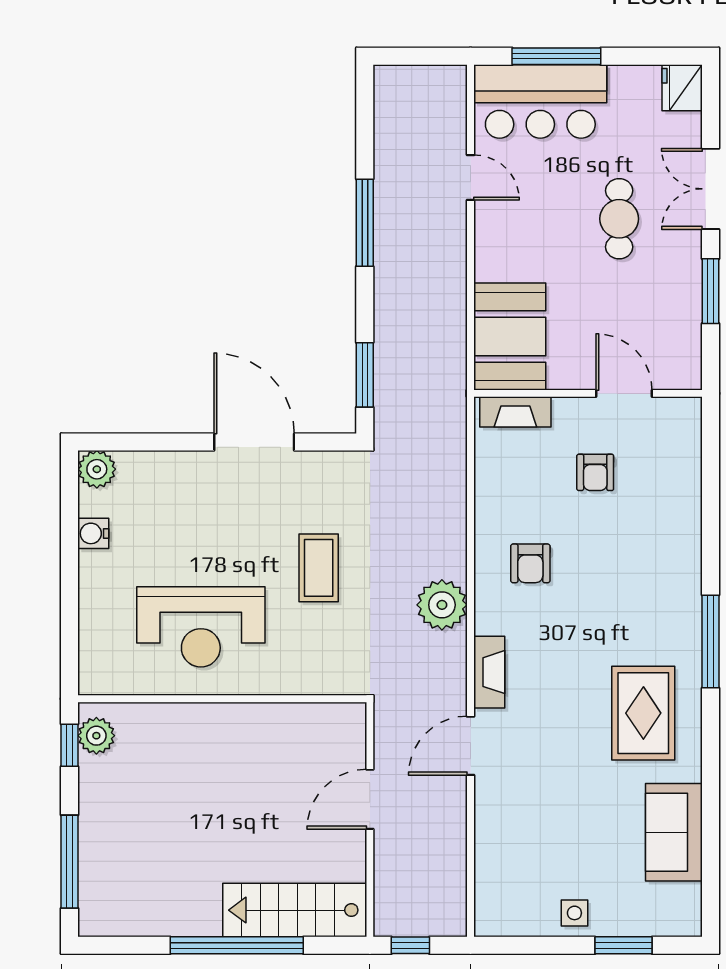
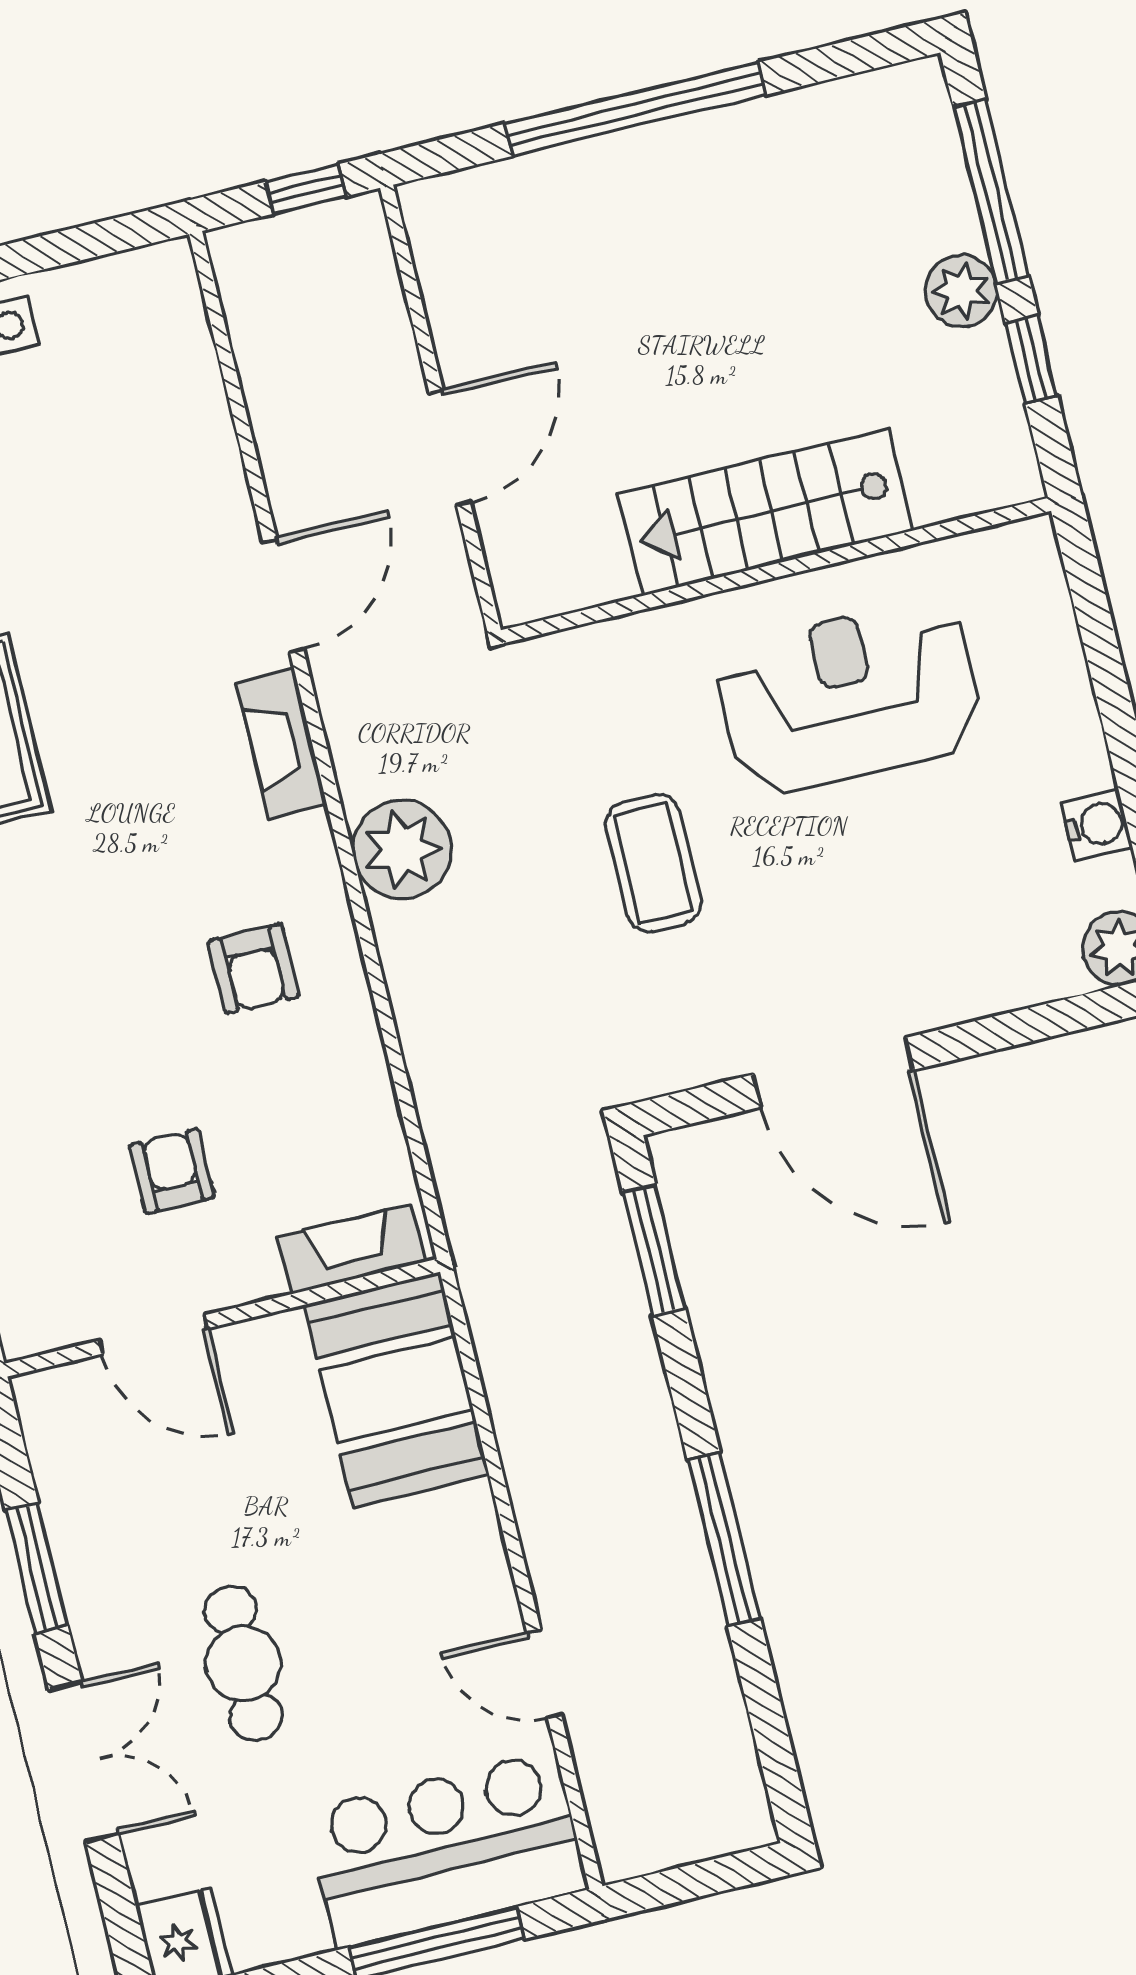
armchair: (530, 563) -> (253, 969), turned 180
plant: (96, 736) -> (961, 291), moved
window: (70, 745) -> (1032, 360), moved
stairs: (294, 910) -> (766, 512), moved, turned 180

